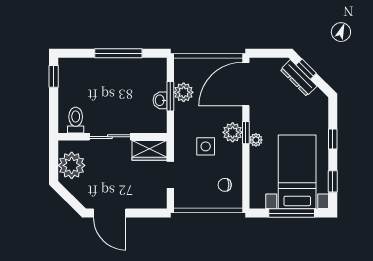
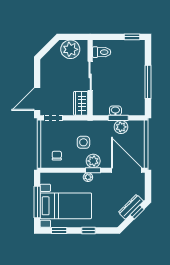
doorway: (170, 175) -> (53, 118), moved
door: (110, 213) -> (37, 99), moved

